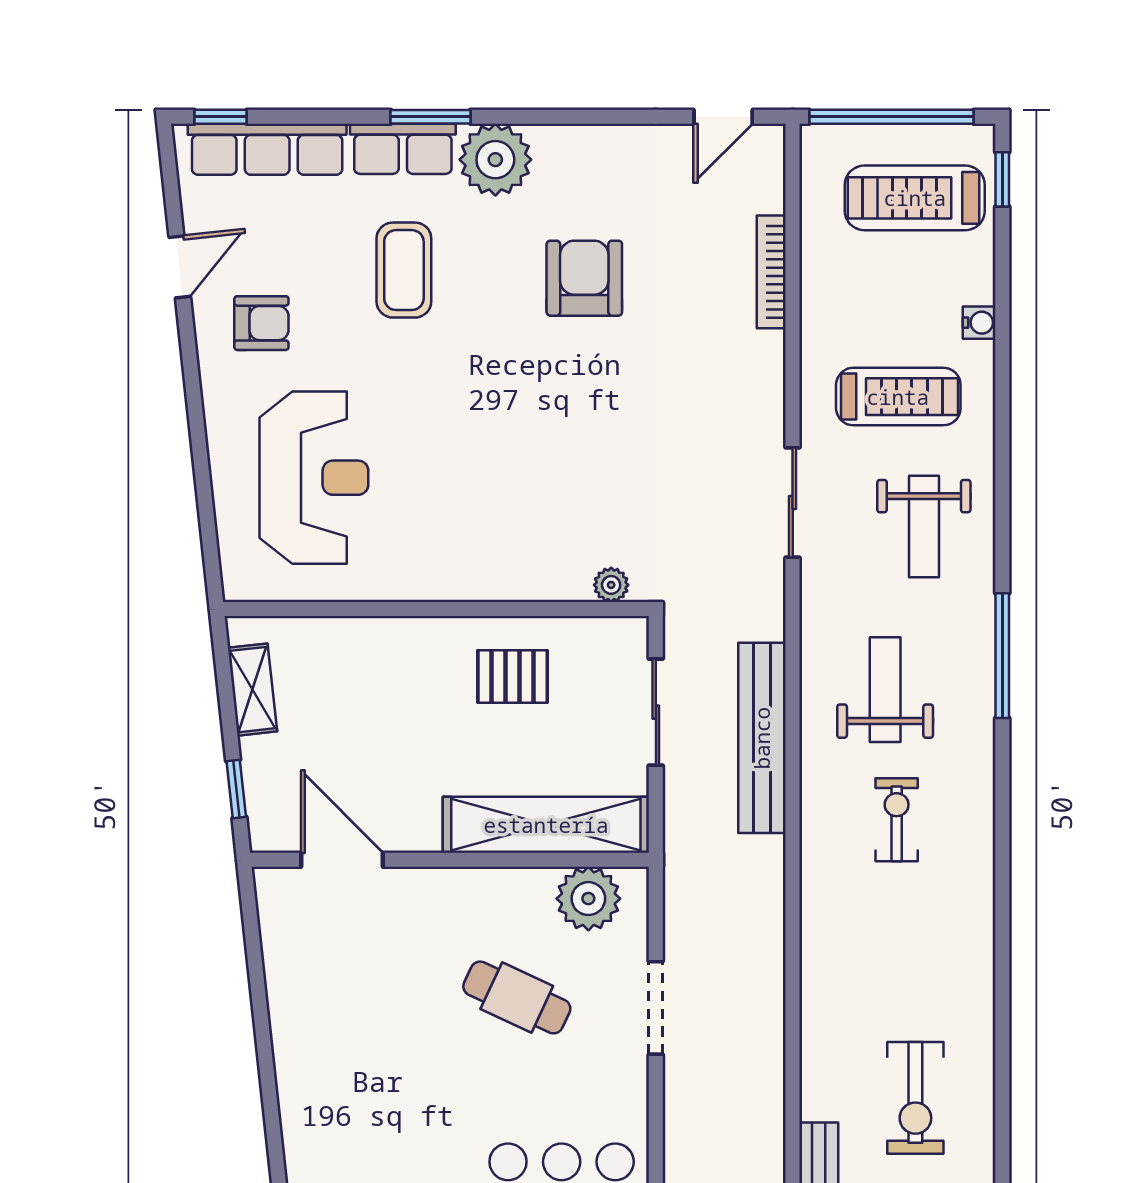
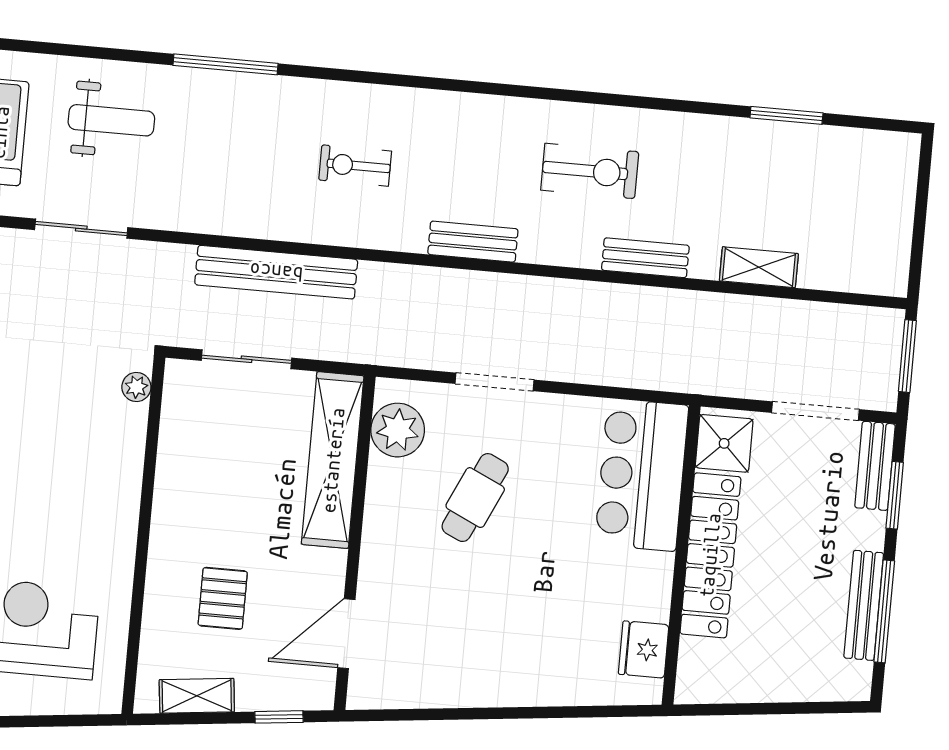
pallet: (513, 677) -> (223, 598), moved
weight bench: (885, 690) -> (245, 165), removed
bench: (819, 967) -> (473, 242), added

